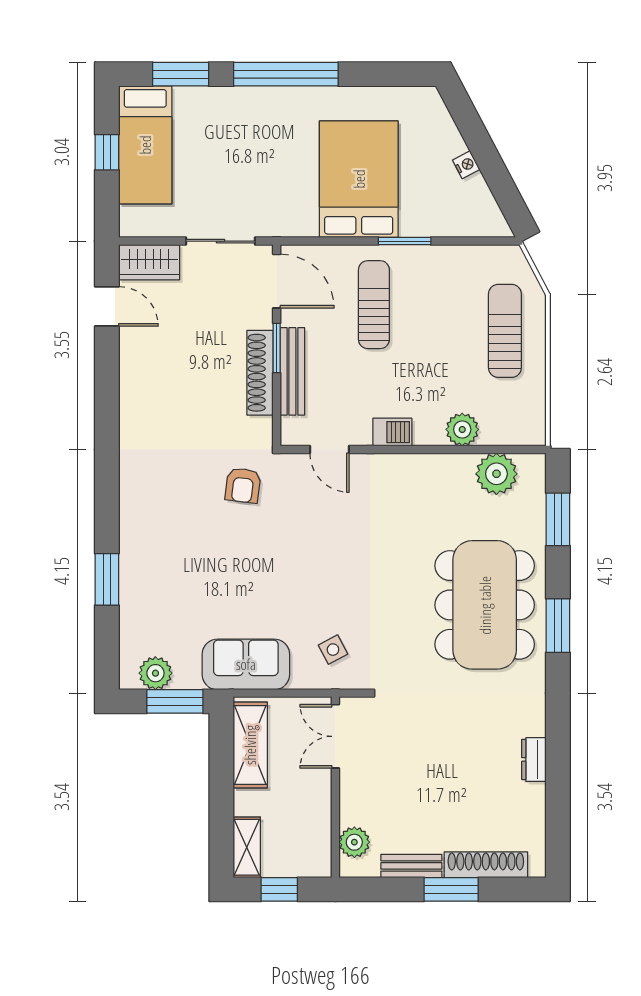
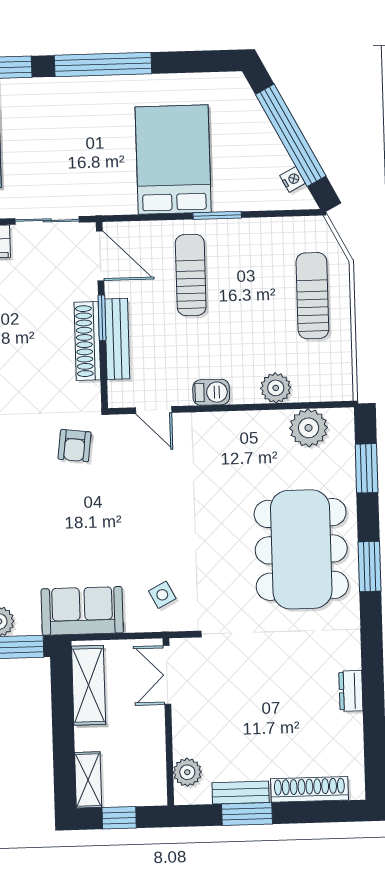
window: (487, 157) -> (291, 135), added
nightstand: (466, 165) -> (293, 179), moved
window: (451, 889) -> (247, 814), moved

